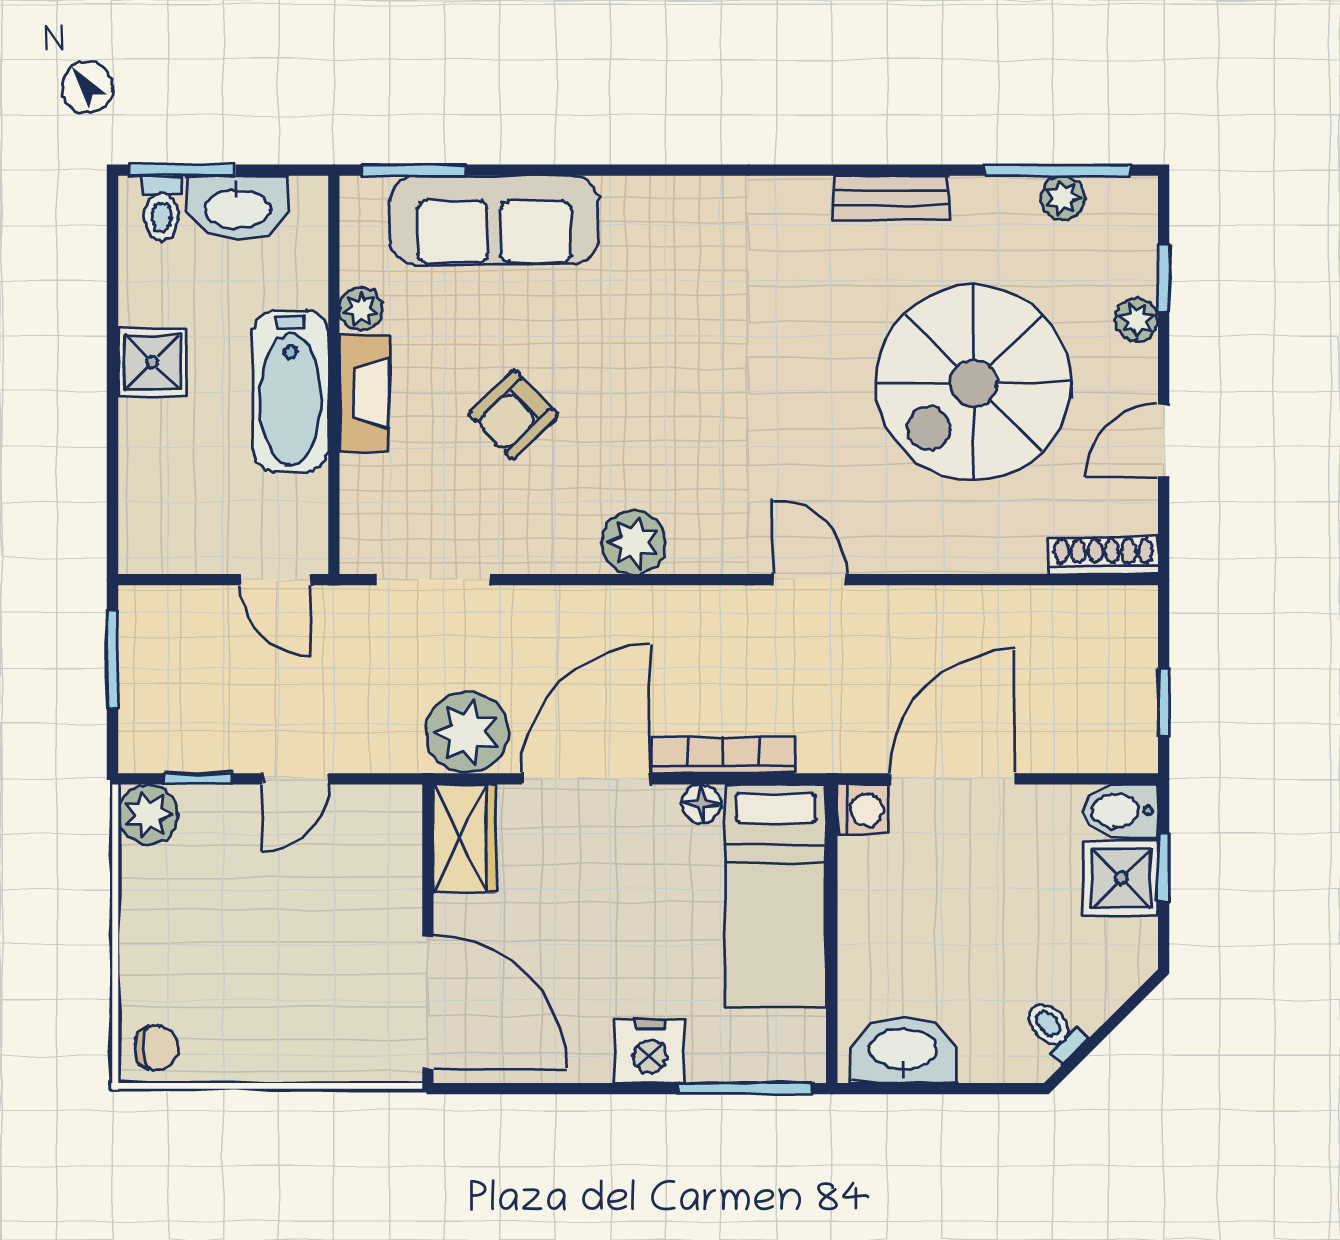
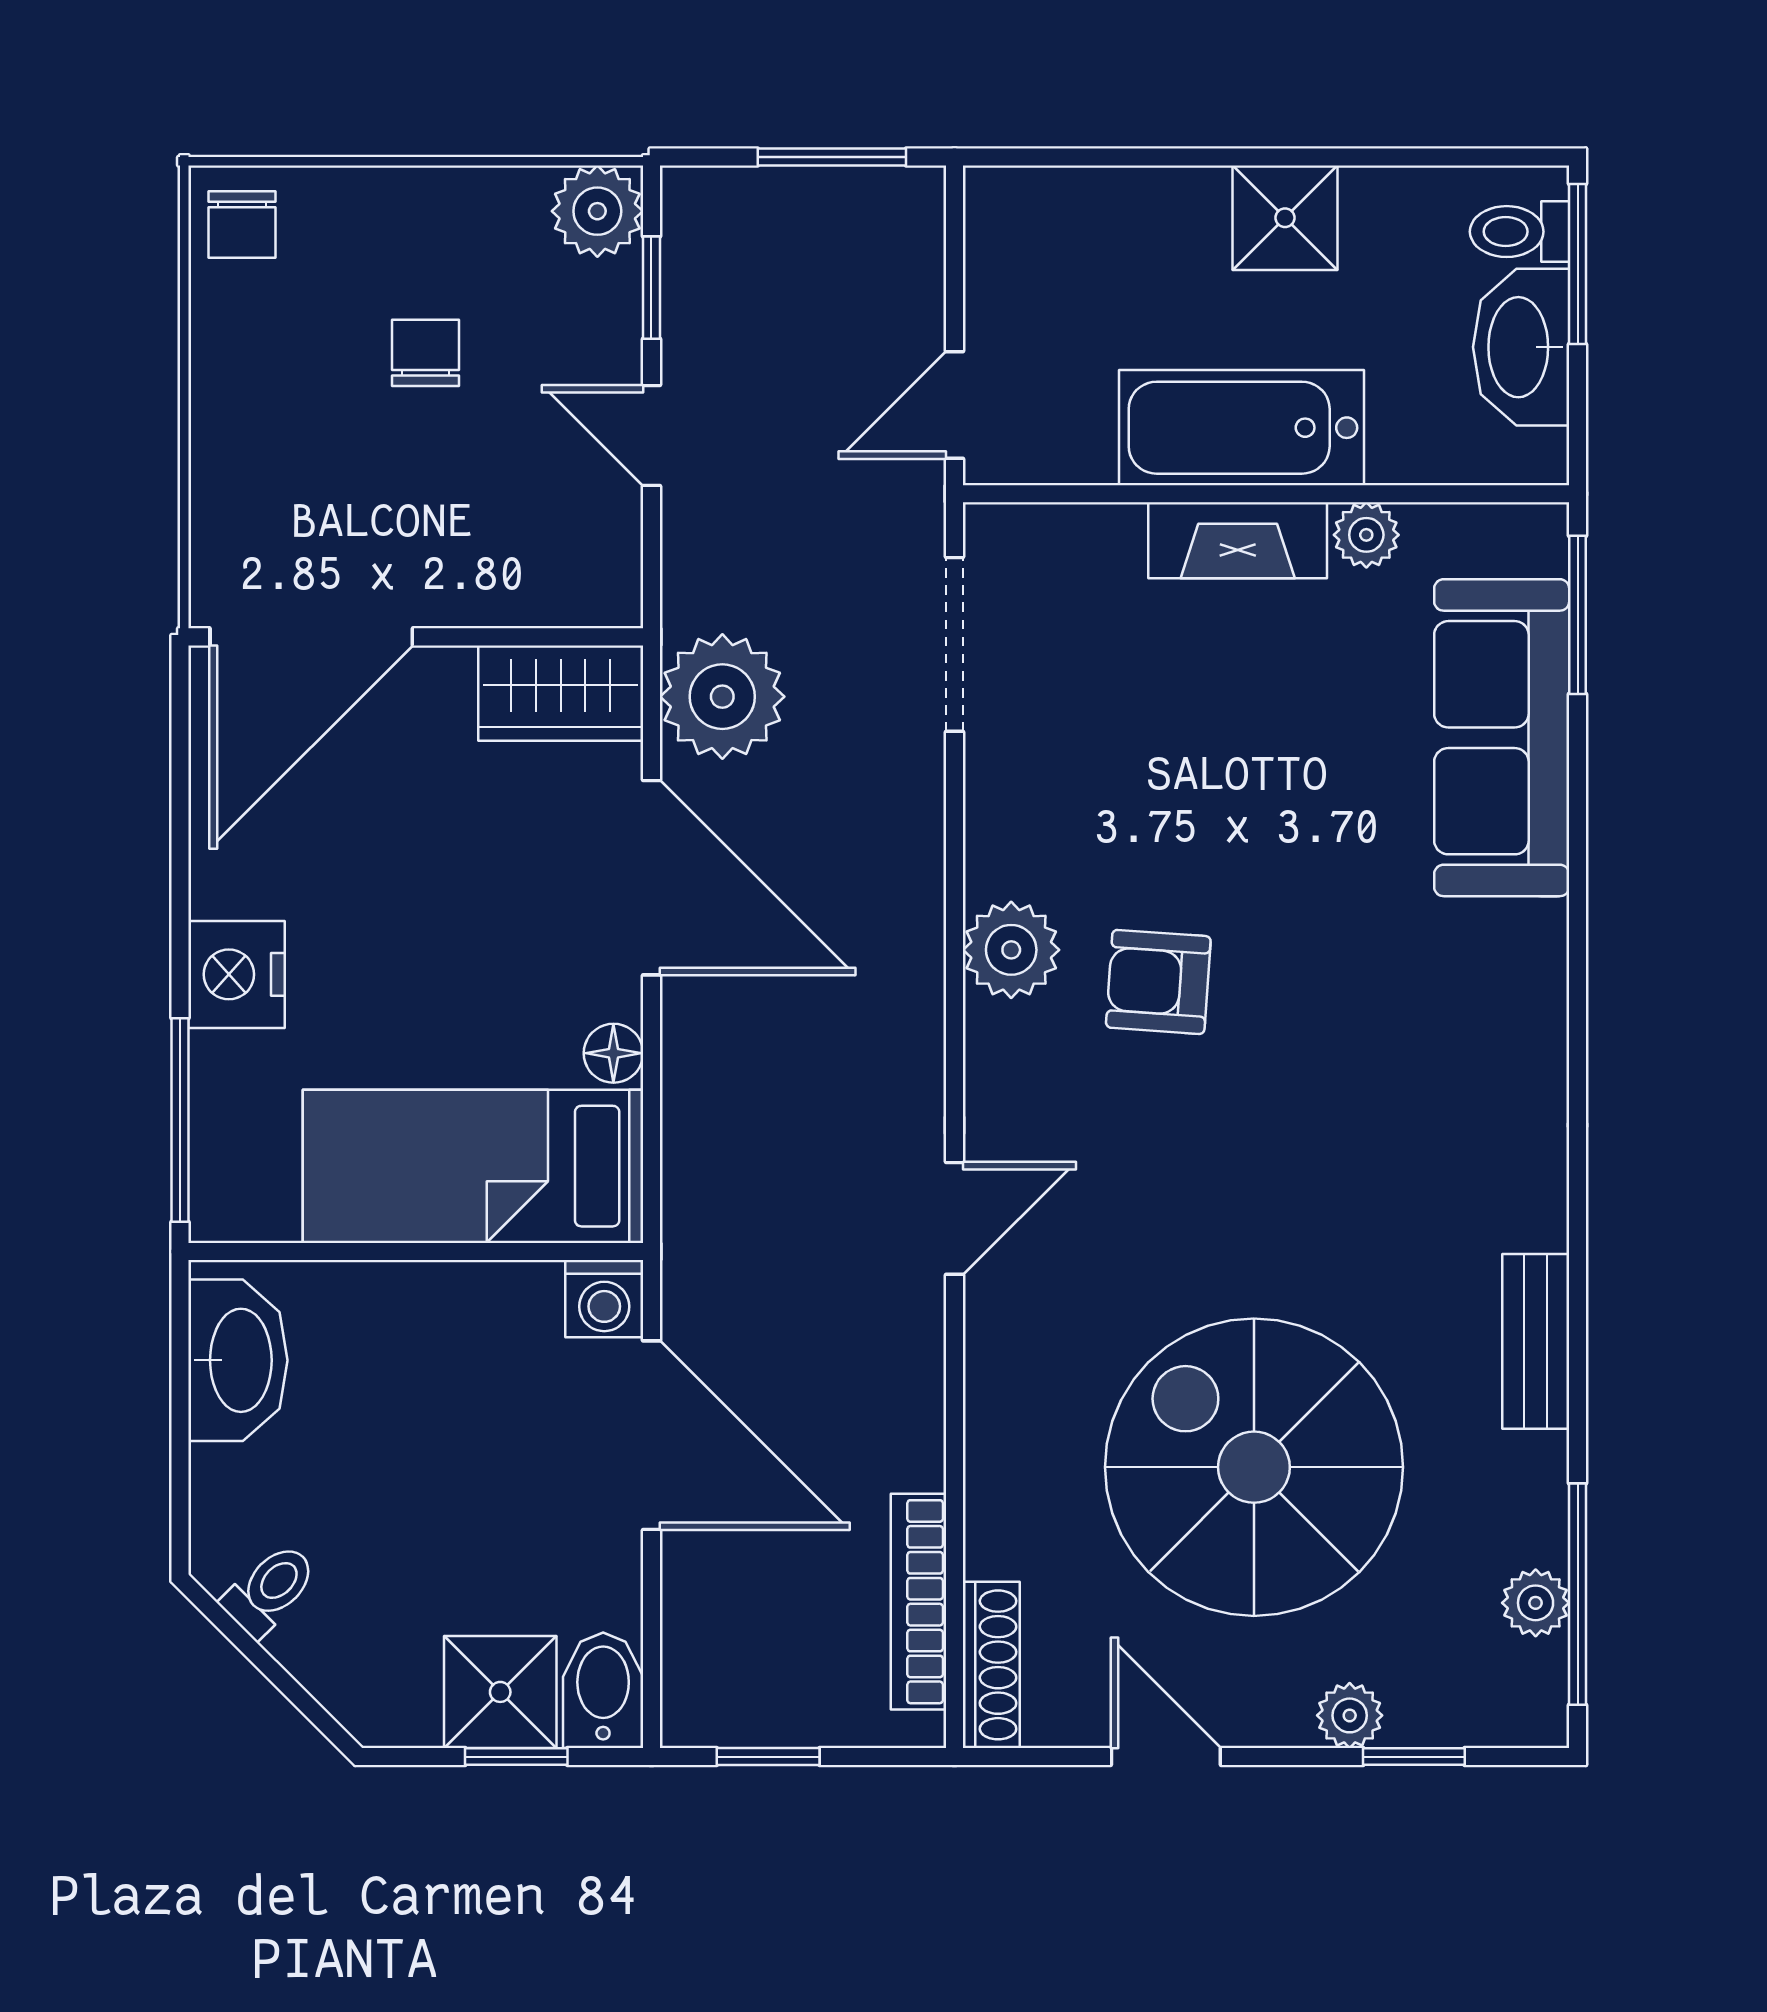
armchair: (513, 415) -> (1158, 982), moved, turned -42
bookcase: (723, 755) -> (918, 1602), moved, turned 180
chair: (241, 927) -> (425, 353), added

